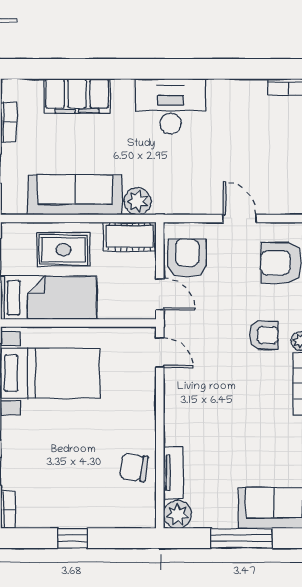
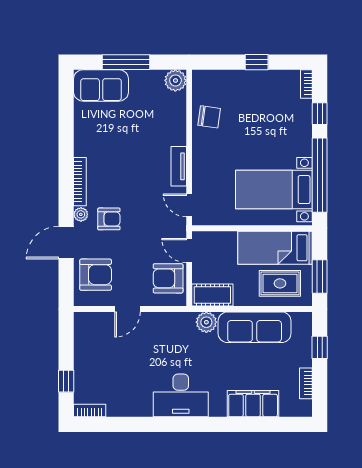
door: (240, 218) -> (128, 309), hinge flipped
rug: (63, 250) -> (280, 283), moved
armchair: (187, 258) -> (168, 278), turned 90
armchair: (264, 335) -> (109, 219), turned 180
tv unit: (173, 473) -> (179, 166), moved

